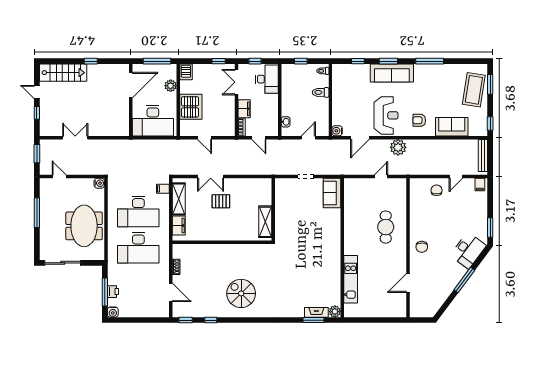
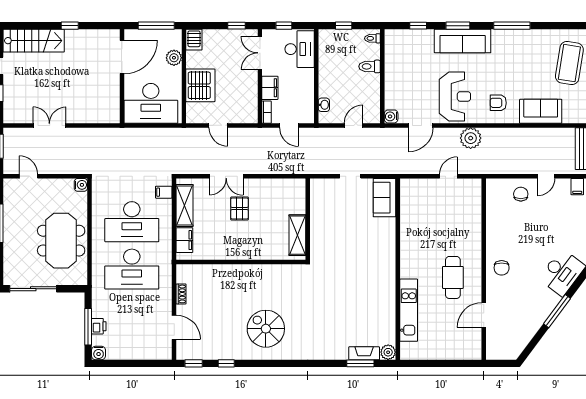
pallet: (221, 201) -> (240, 209), turned 90
cafe table: (386, 227) -> (453, 277), moved

